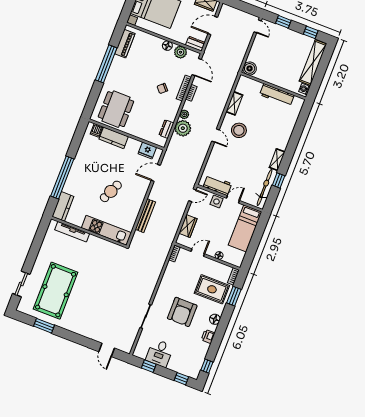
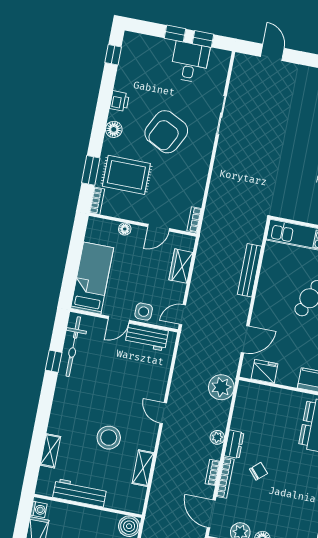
plant: (183, 128) -> (221, 387), moved
dresser: (166, 129) -> (234, 444), moved
stool: (239, 130) -> (109, 438), moved
shelving: (277, 160) -> (50, 451), moved
armchair: (182, 312) -> (166, 132), turned -153
window: (181, 379) -> (175, 33), moved

